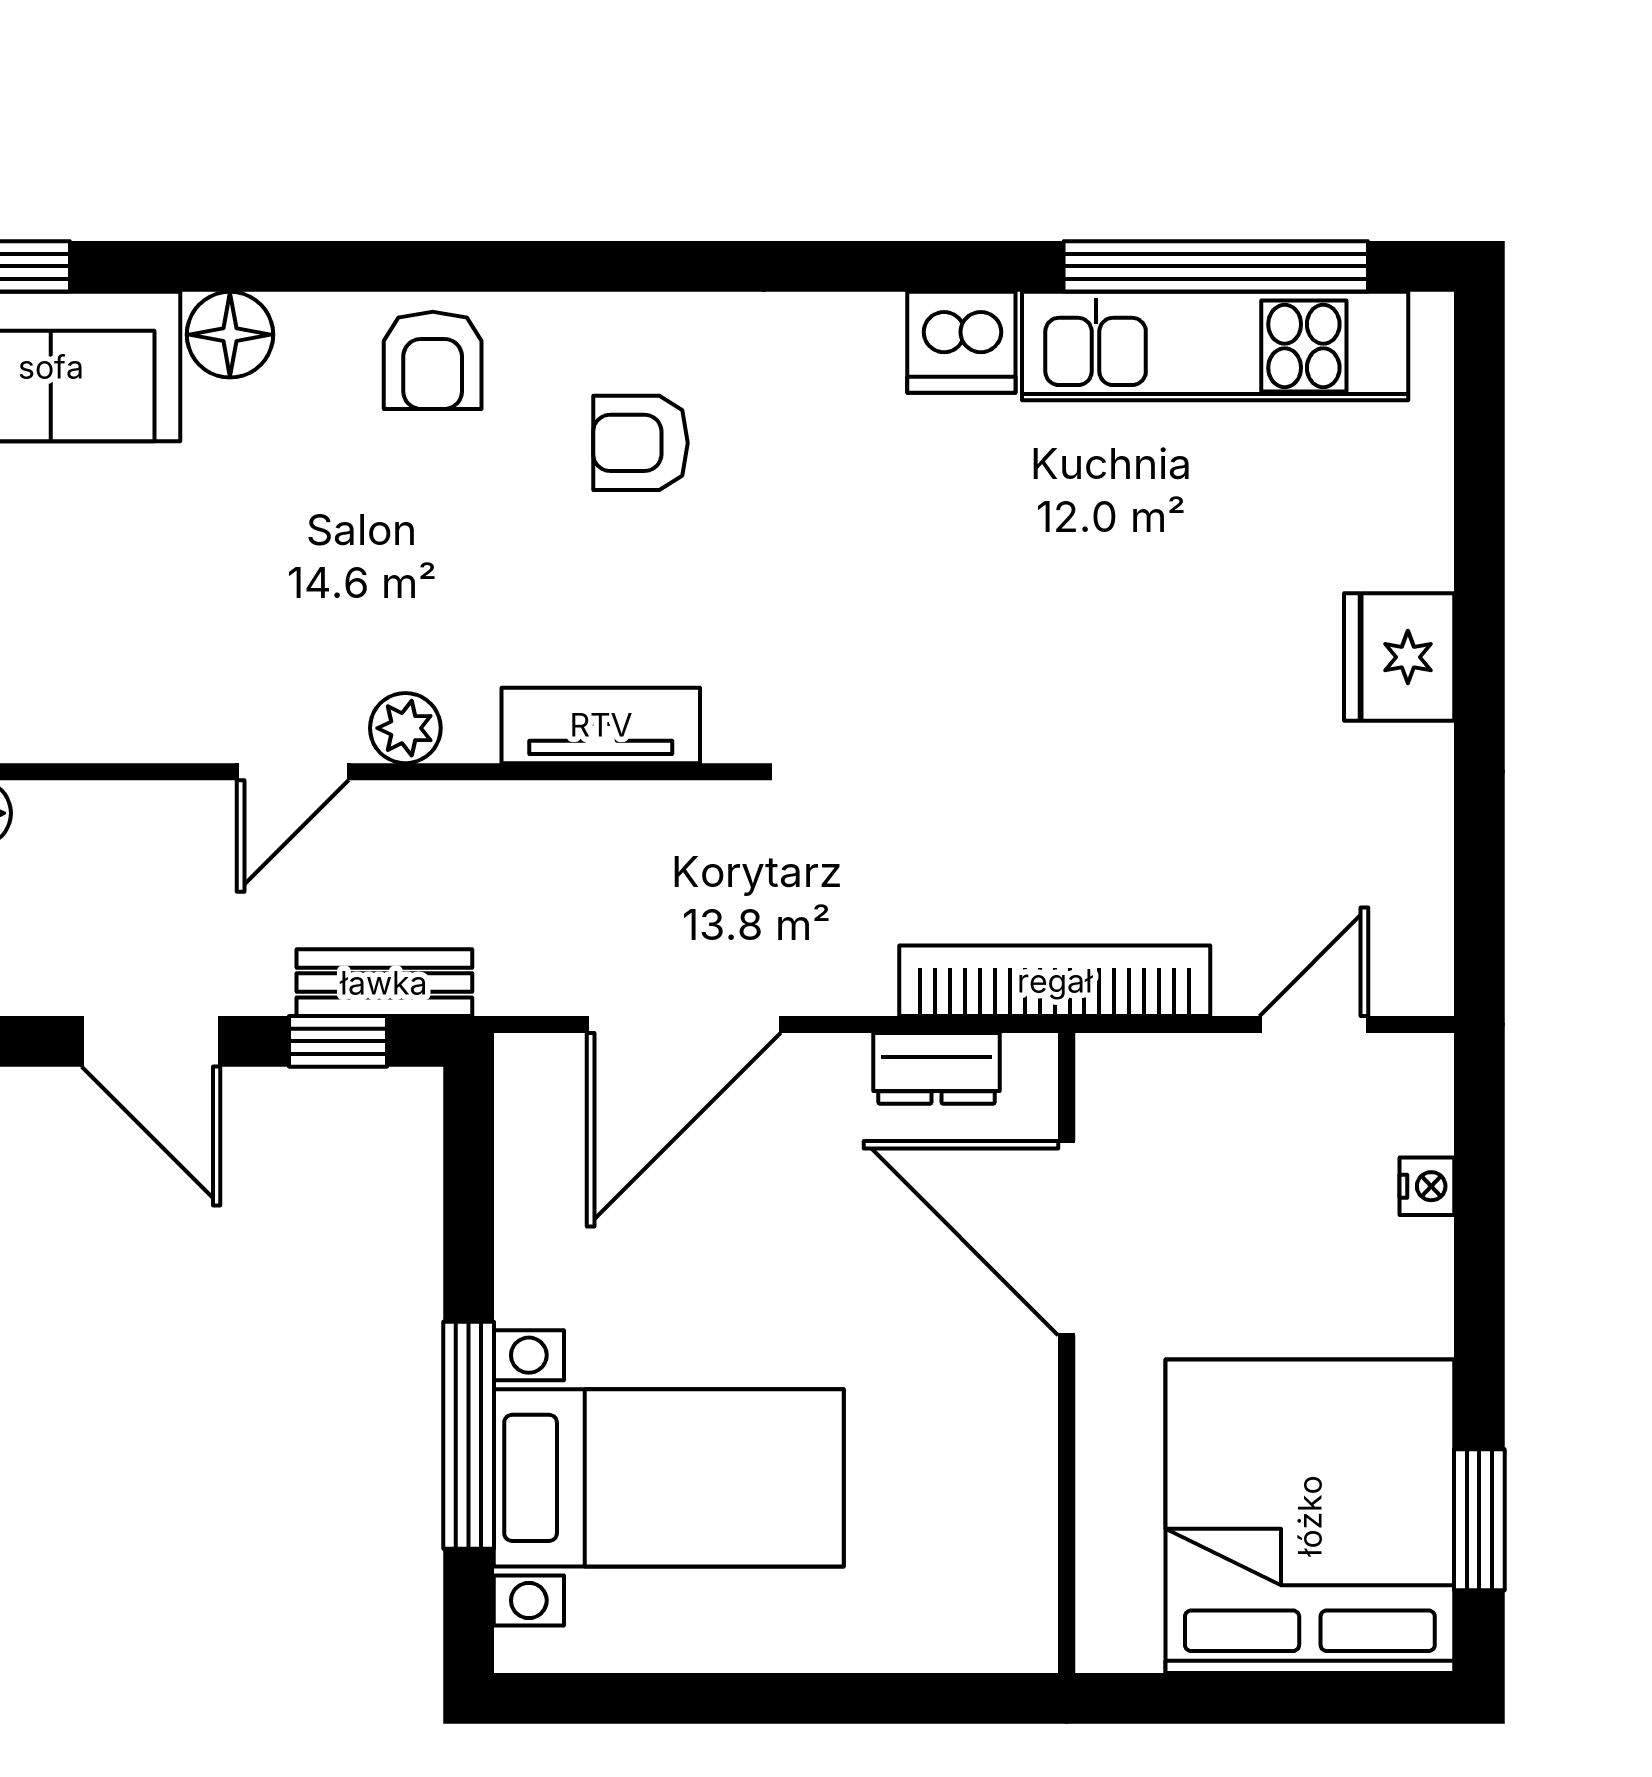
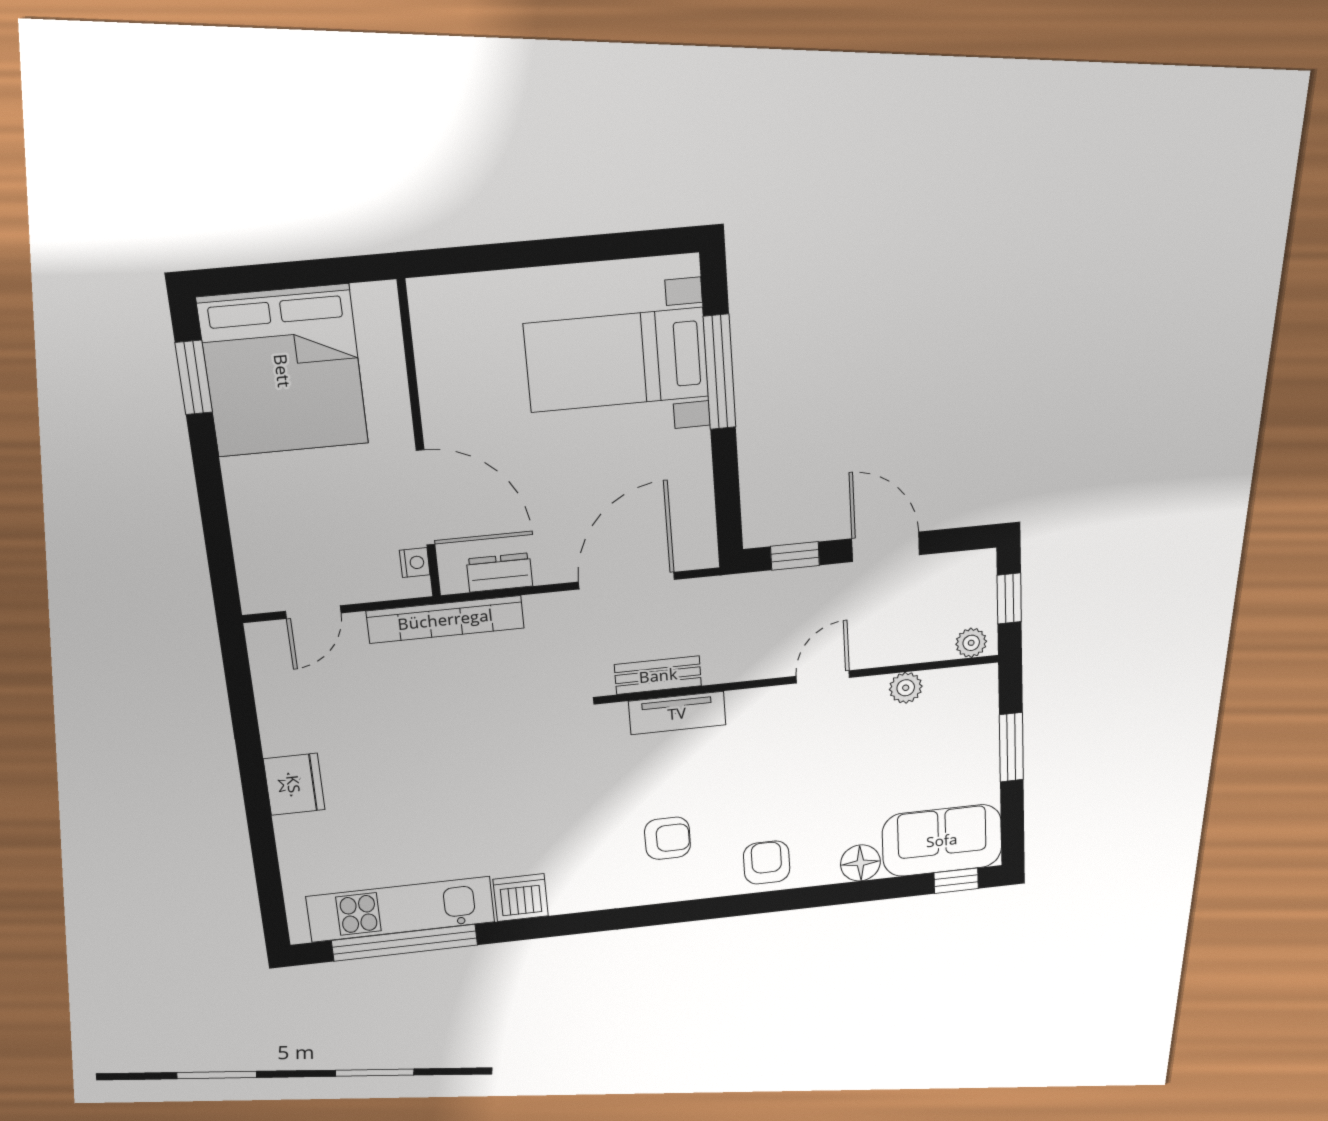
plant: (405, 728) -> (906, 688), moved
bench: (384, 983) -> (658, 675), moved
nightstand: (1427, 1186) -> (415, 563), moved, turned 180

